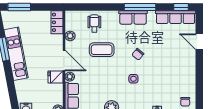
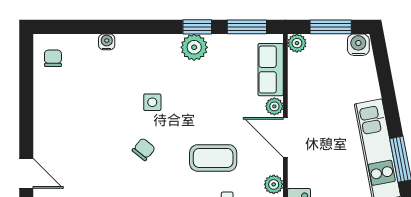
fridge: (55, 77) -> (302, 106), removed

